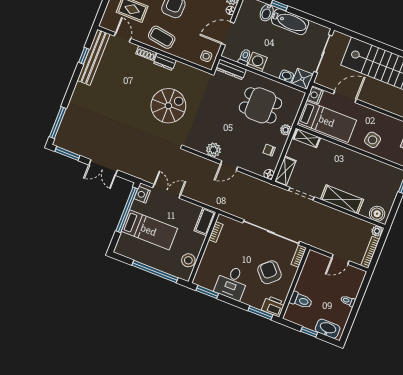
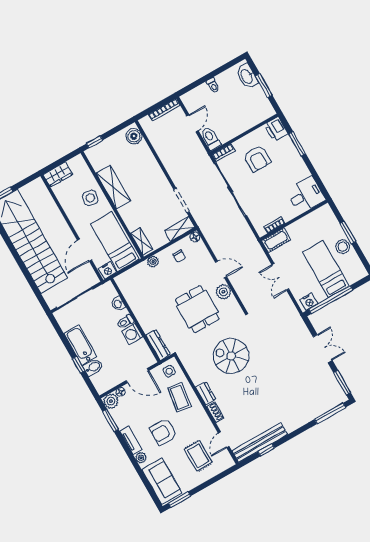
coffee table: (162, 37) -> (179, 397), moved
toilet: (245, 57) -> (125, 322), moved
shower: (302, 79) -> (107, 291), removed
door: (345, 97) -> (84, 250), hinge flipped
dining table: (260, 105) -> (197, 309), moved
double door: (167, 191) -> (280, 277), moved
shelving: (342, 199) -> (113, 187), moved
plant: (377, 231) -> (145, 122), removed
door: (340, 259) -> (192, 123), hinge flipped
stool: (188, 260) -> (343, 247), moved
window: (155, 271) -> (348, 232), width x0.47
armchair: (269, 272) -> (257, 158), turned -47
desk: (232, 283) -> (306, 195), moved
window: (207, 292) -> (319, 183), removed
toilet: (301, 300) -> (211, 139), moved
window: (260, 313) -> (297, 144), moved
window: (309, 332) -> (264, 86), width x1.50

